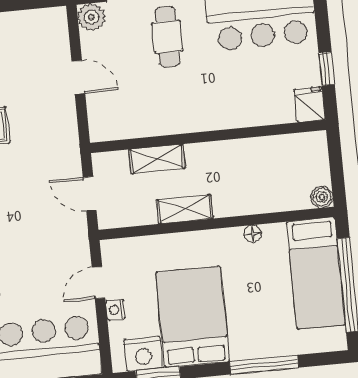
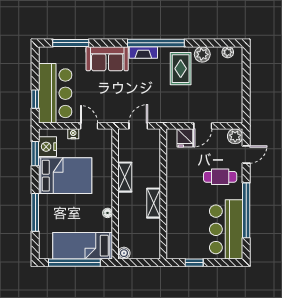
fridge: (310, 105) -> (185, 138), moved, turned 90
shelving: (157, 159) -> (154, 203), moved

